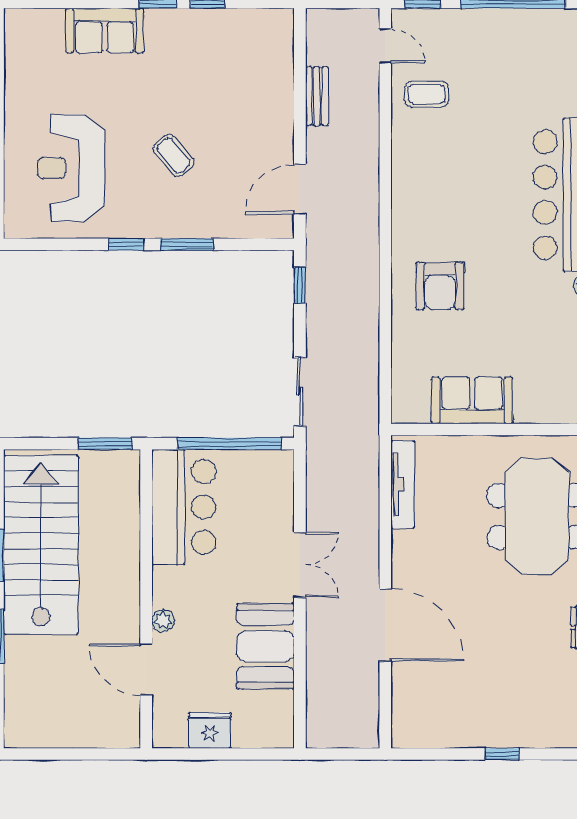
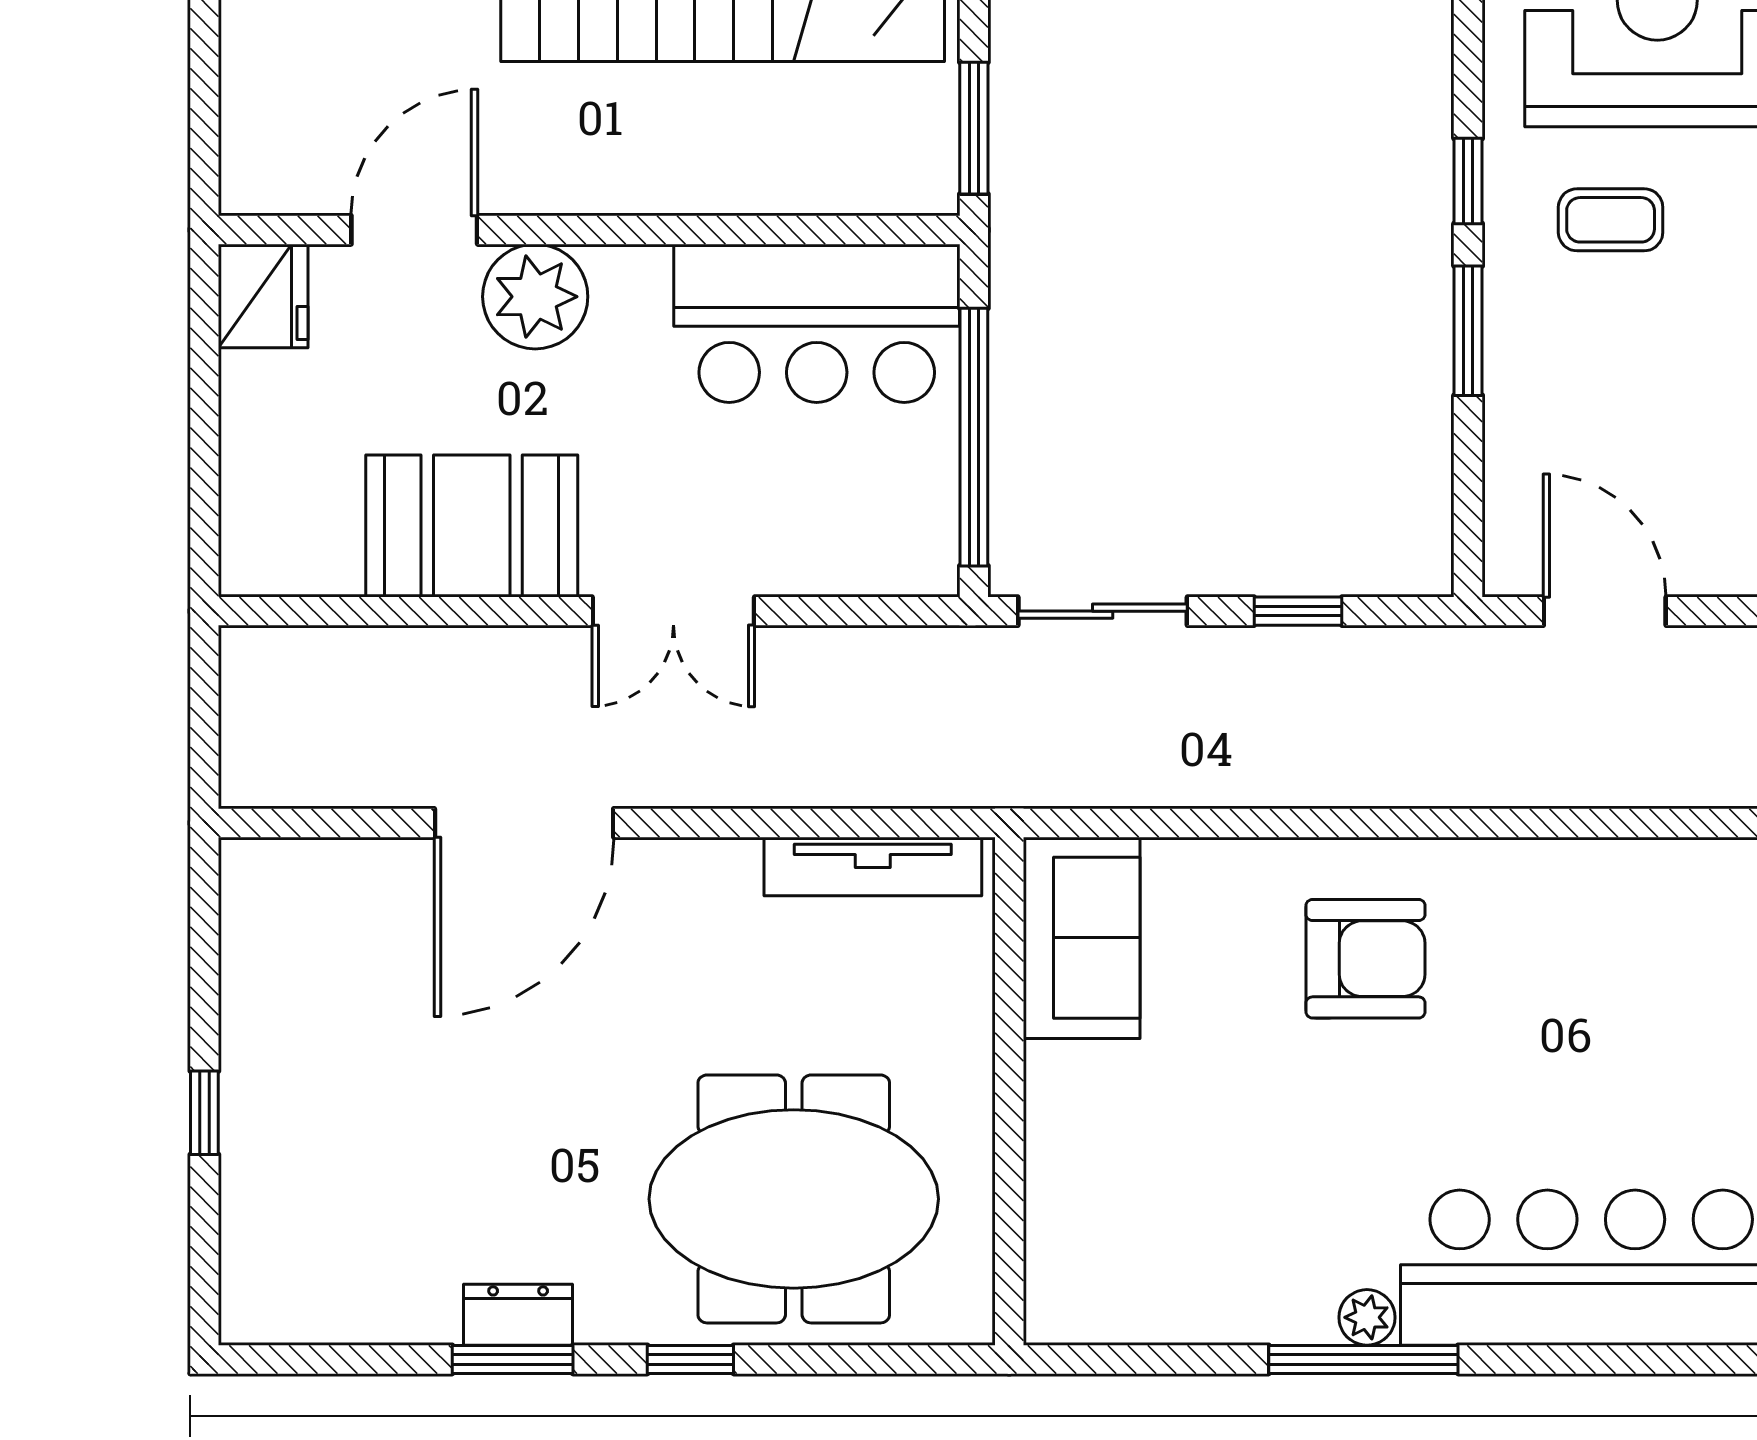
coffee table: (174, 156) -> (1611, 220), moved, turned 40
window: (300, 285) -> (1298, 611), moved
armchair: (440, 286) -> (1366, 959), turned 180
sofa: (472, 400) -> (1082, 938), moved
plant: (163, 621) -> (535, 297), width x1.88, depth x1.88
fridge: (210, 730) -> (263, 296), moved

